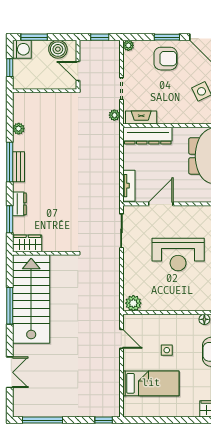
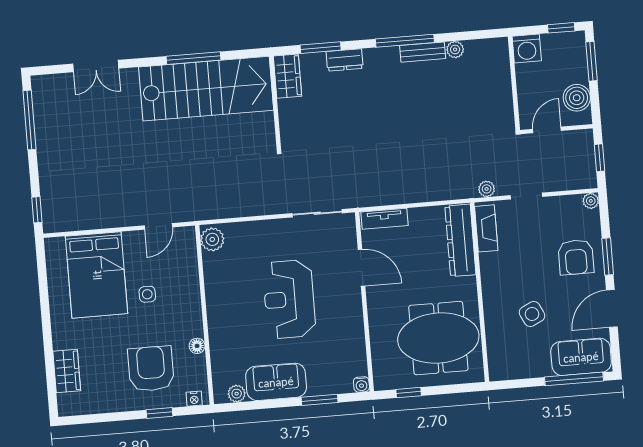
washing machine: (22, 49) -> (527, 49), moved
window: (10, 68) -> (561, 28), moved
bench: (18, 167) -> (423, 52), moved
bed: (151, 383) -> (97, 275), width x1.50

